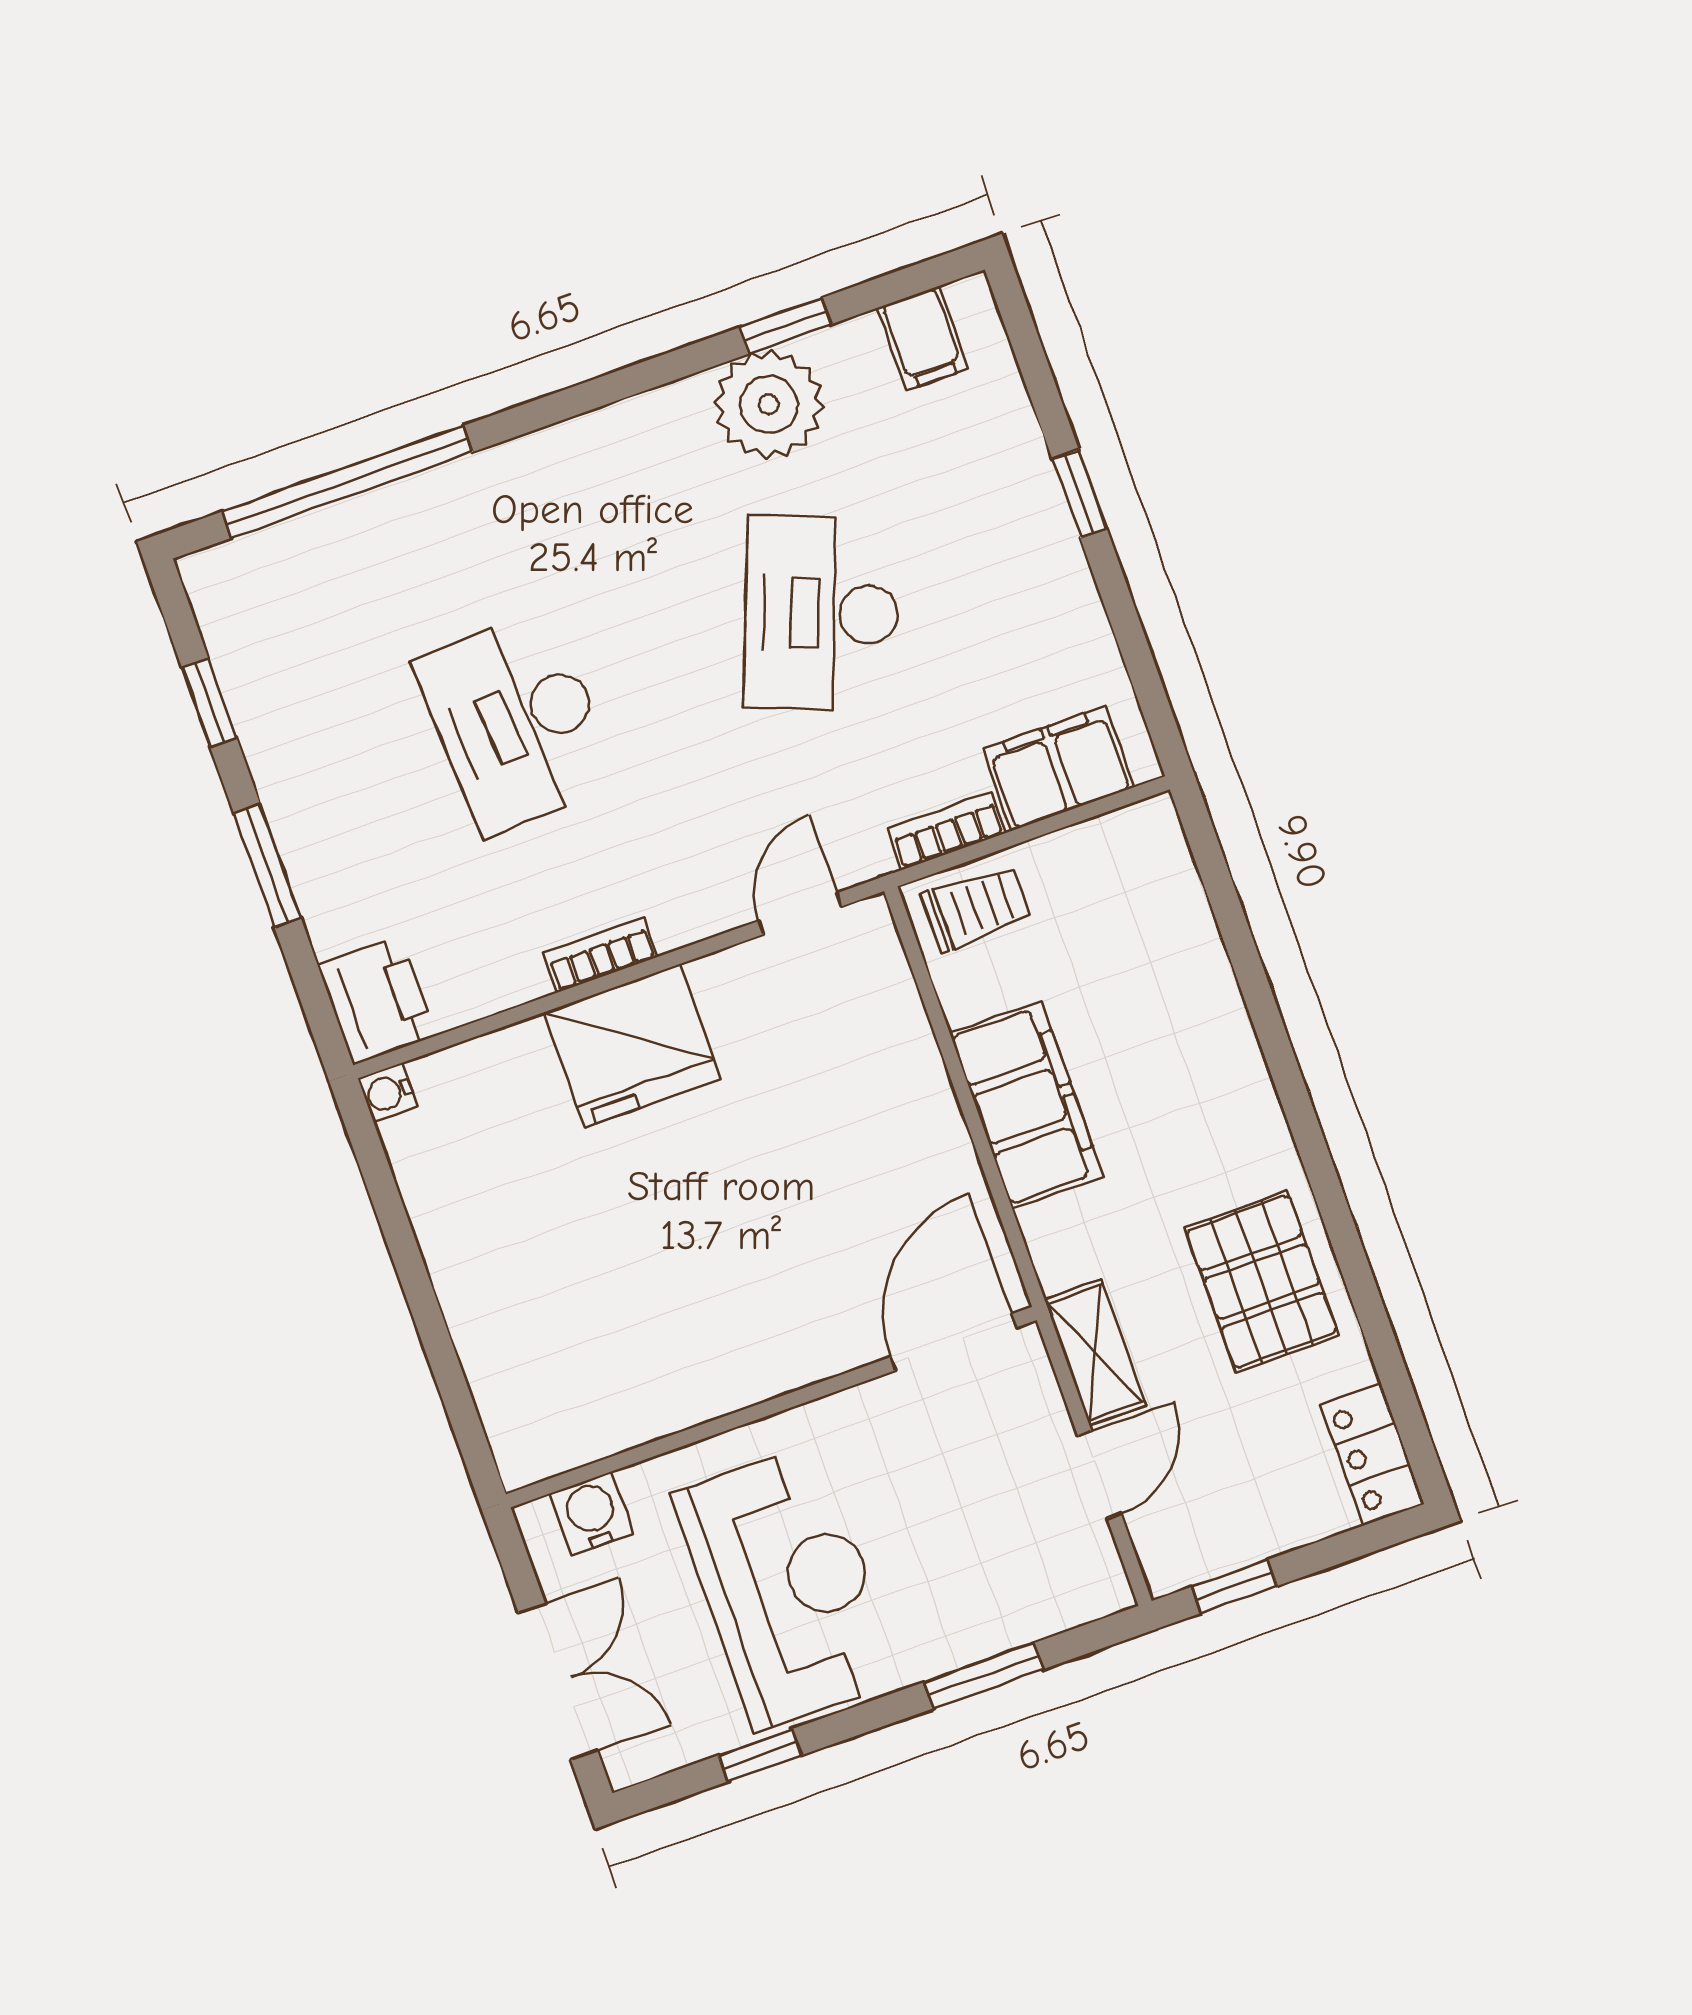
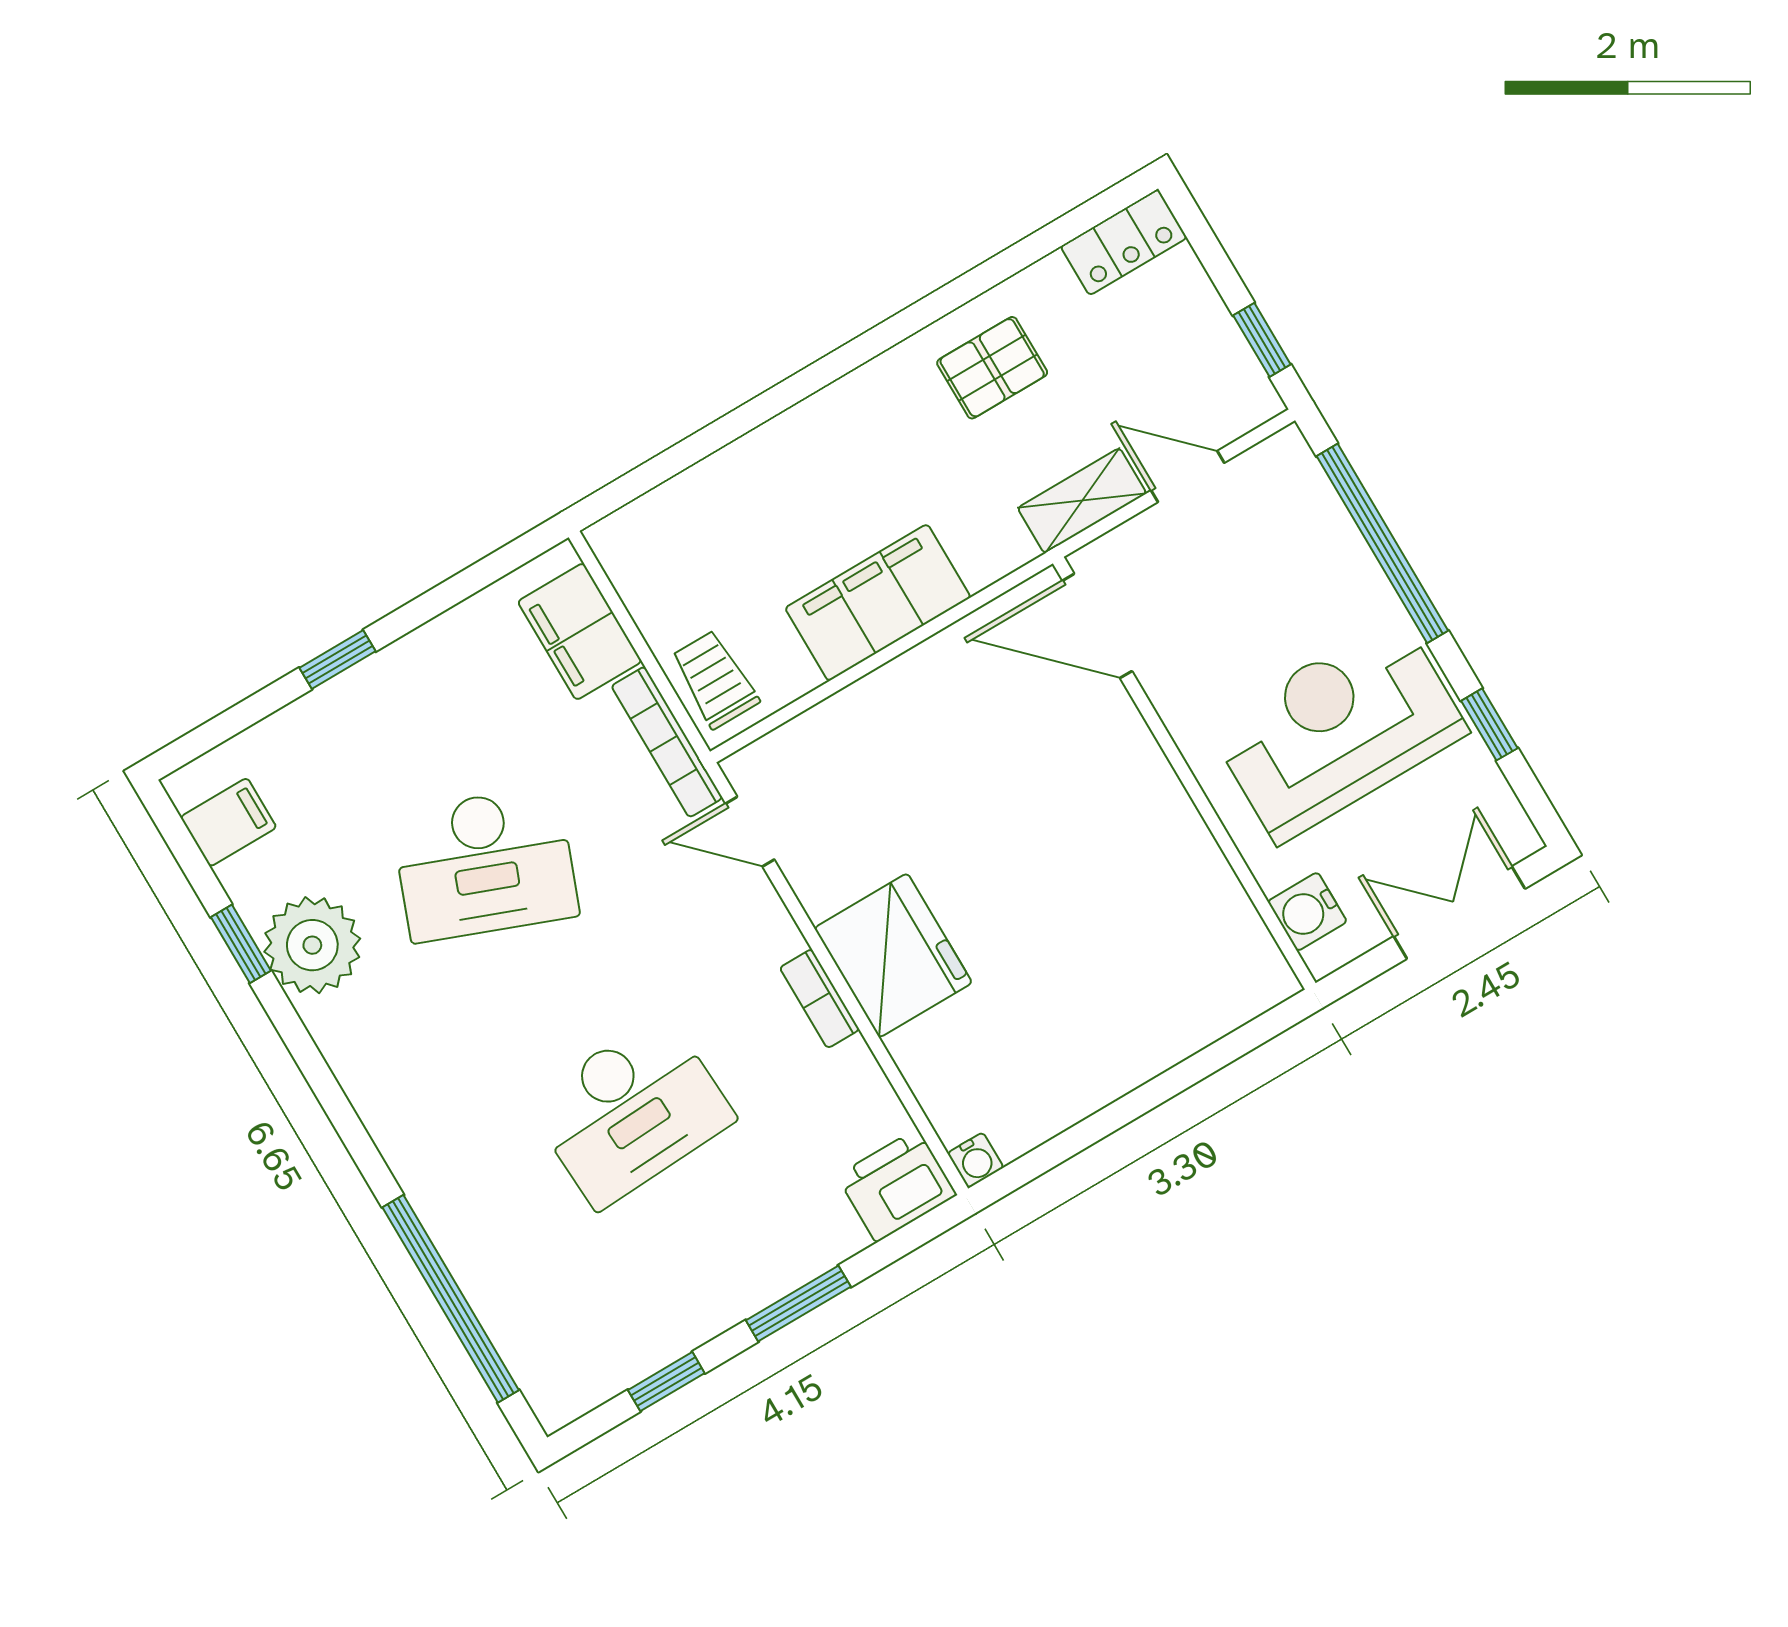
bookcase: (947, 831) -> (667, 742), width x1.56
pallet: (1262, 1282) -> (992, 368), width x0.67, depth x0.71
window: (983, 1676) -> (1382, 543), width x2.11

